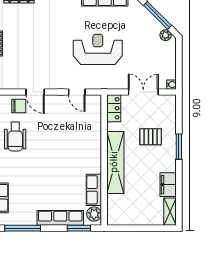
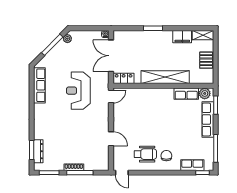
door: (35, 92) -> (111, 139), hinge flipped
door: (77, 92) -> (111, 97), moved
double door: (143, 92) -> (111, 56), width x1.37
chair: (19, 106) -> (166, 156), moved
pallet: (151, 137) -> (206, 60), moved

